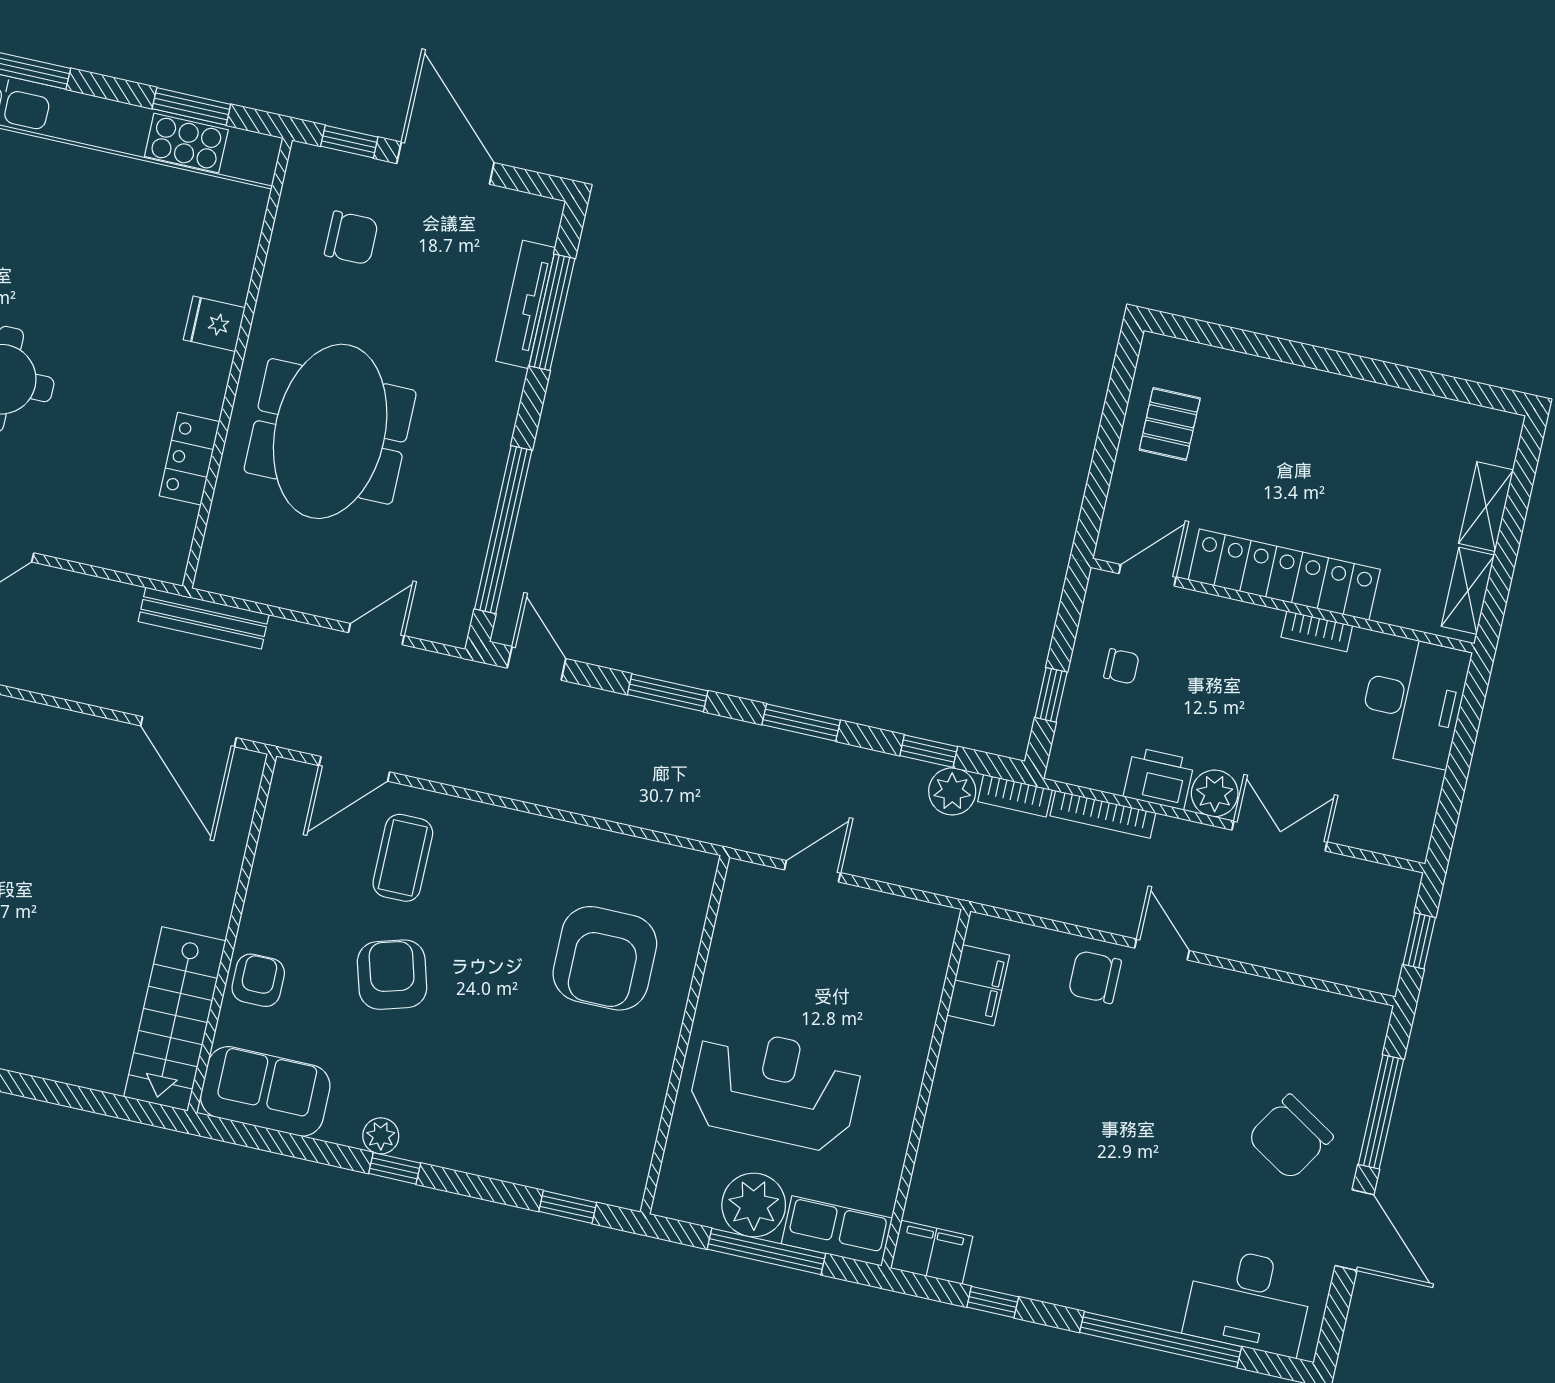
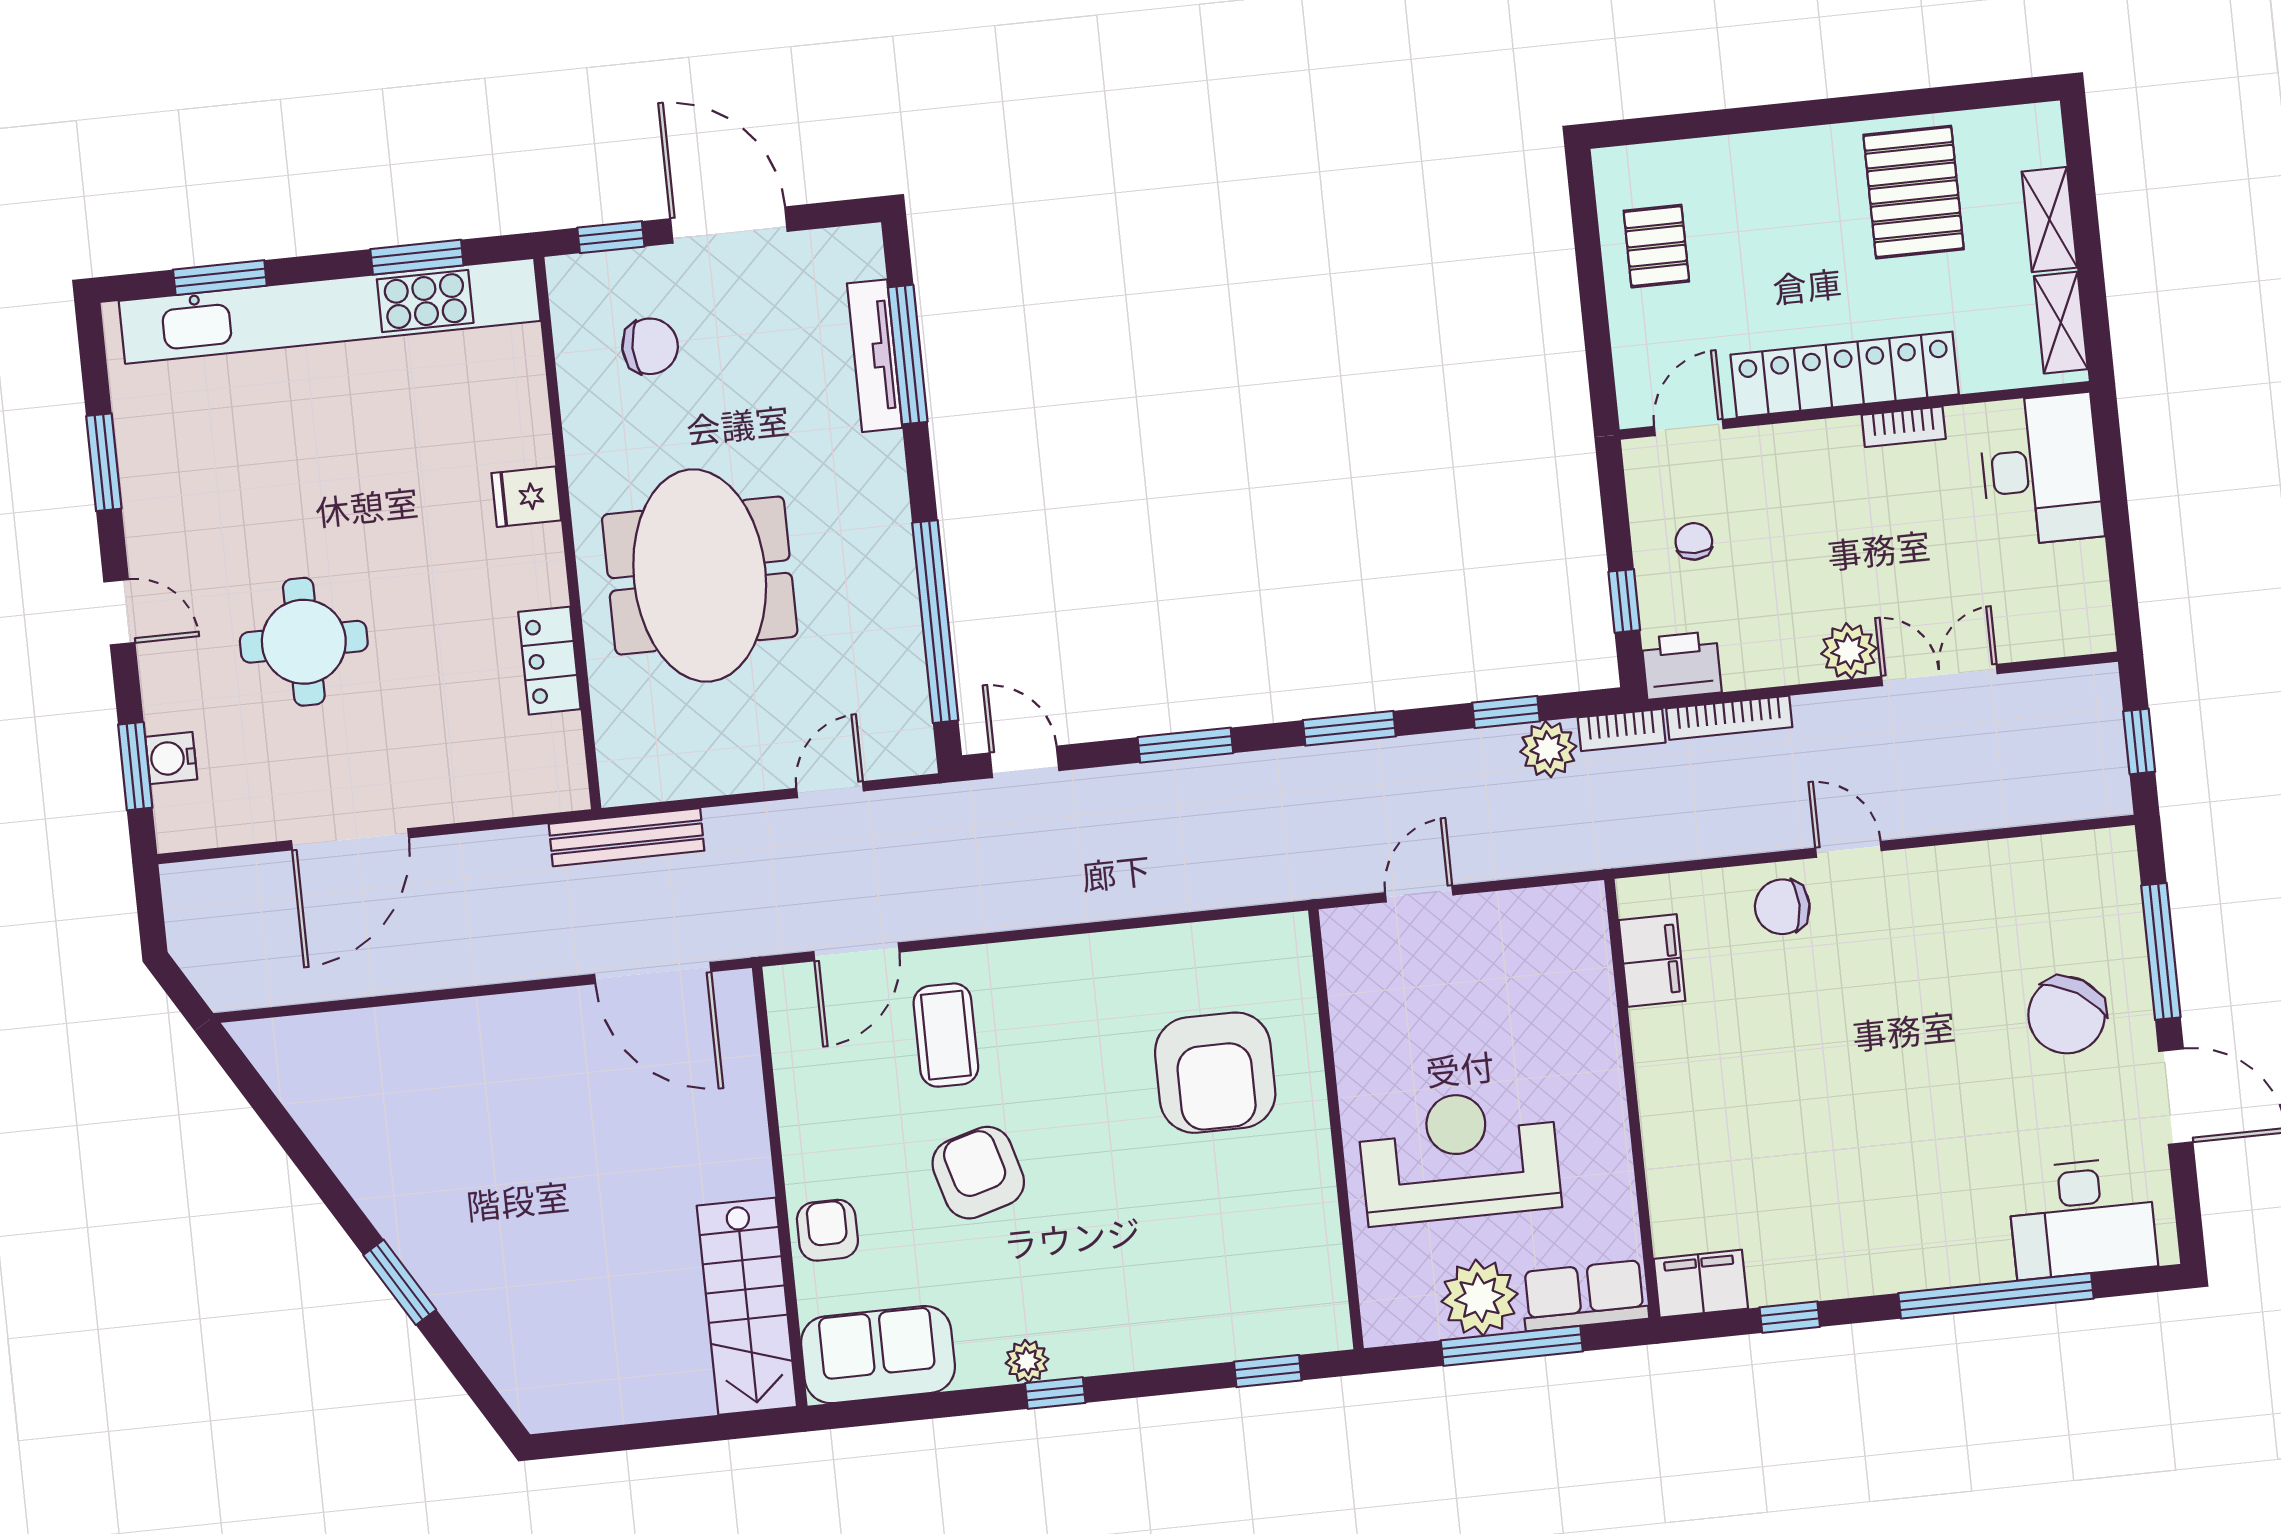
pallet: (1386, 449) -> (1914, 192), added
chair: (1121, 666) -> (1694, 541), turned -90
printer: (1159, 778) -> (1681, 665), moved

